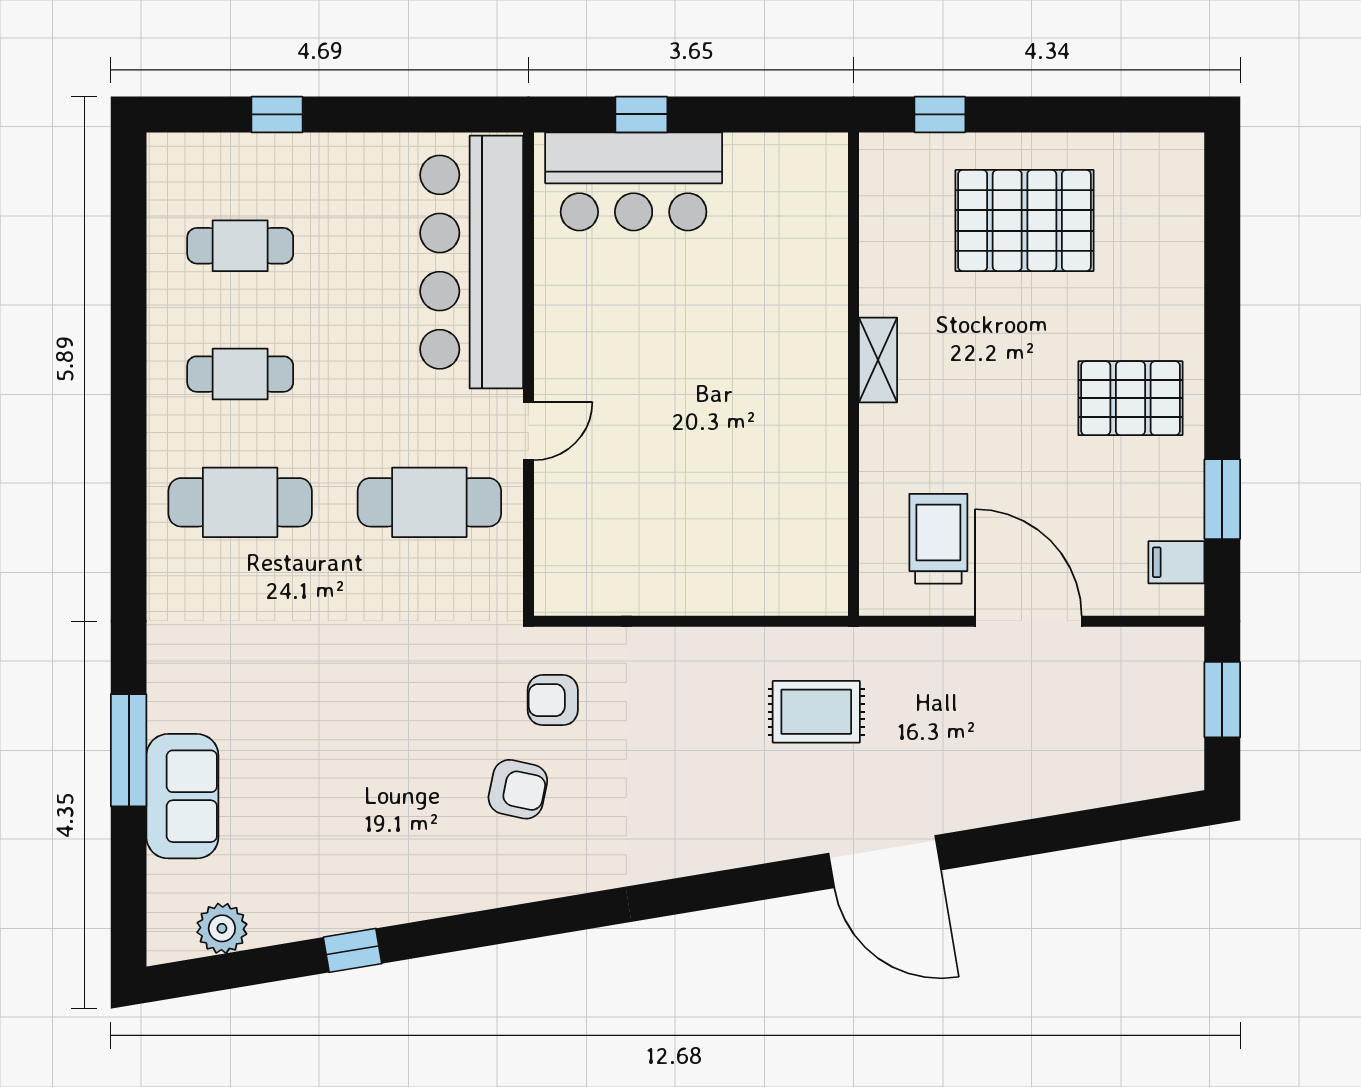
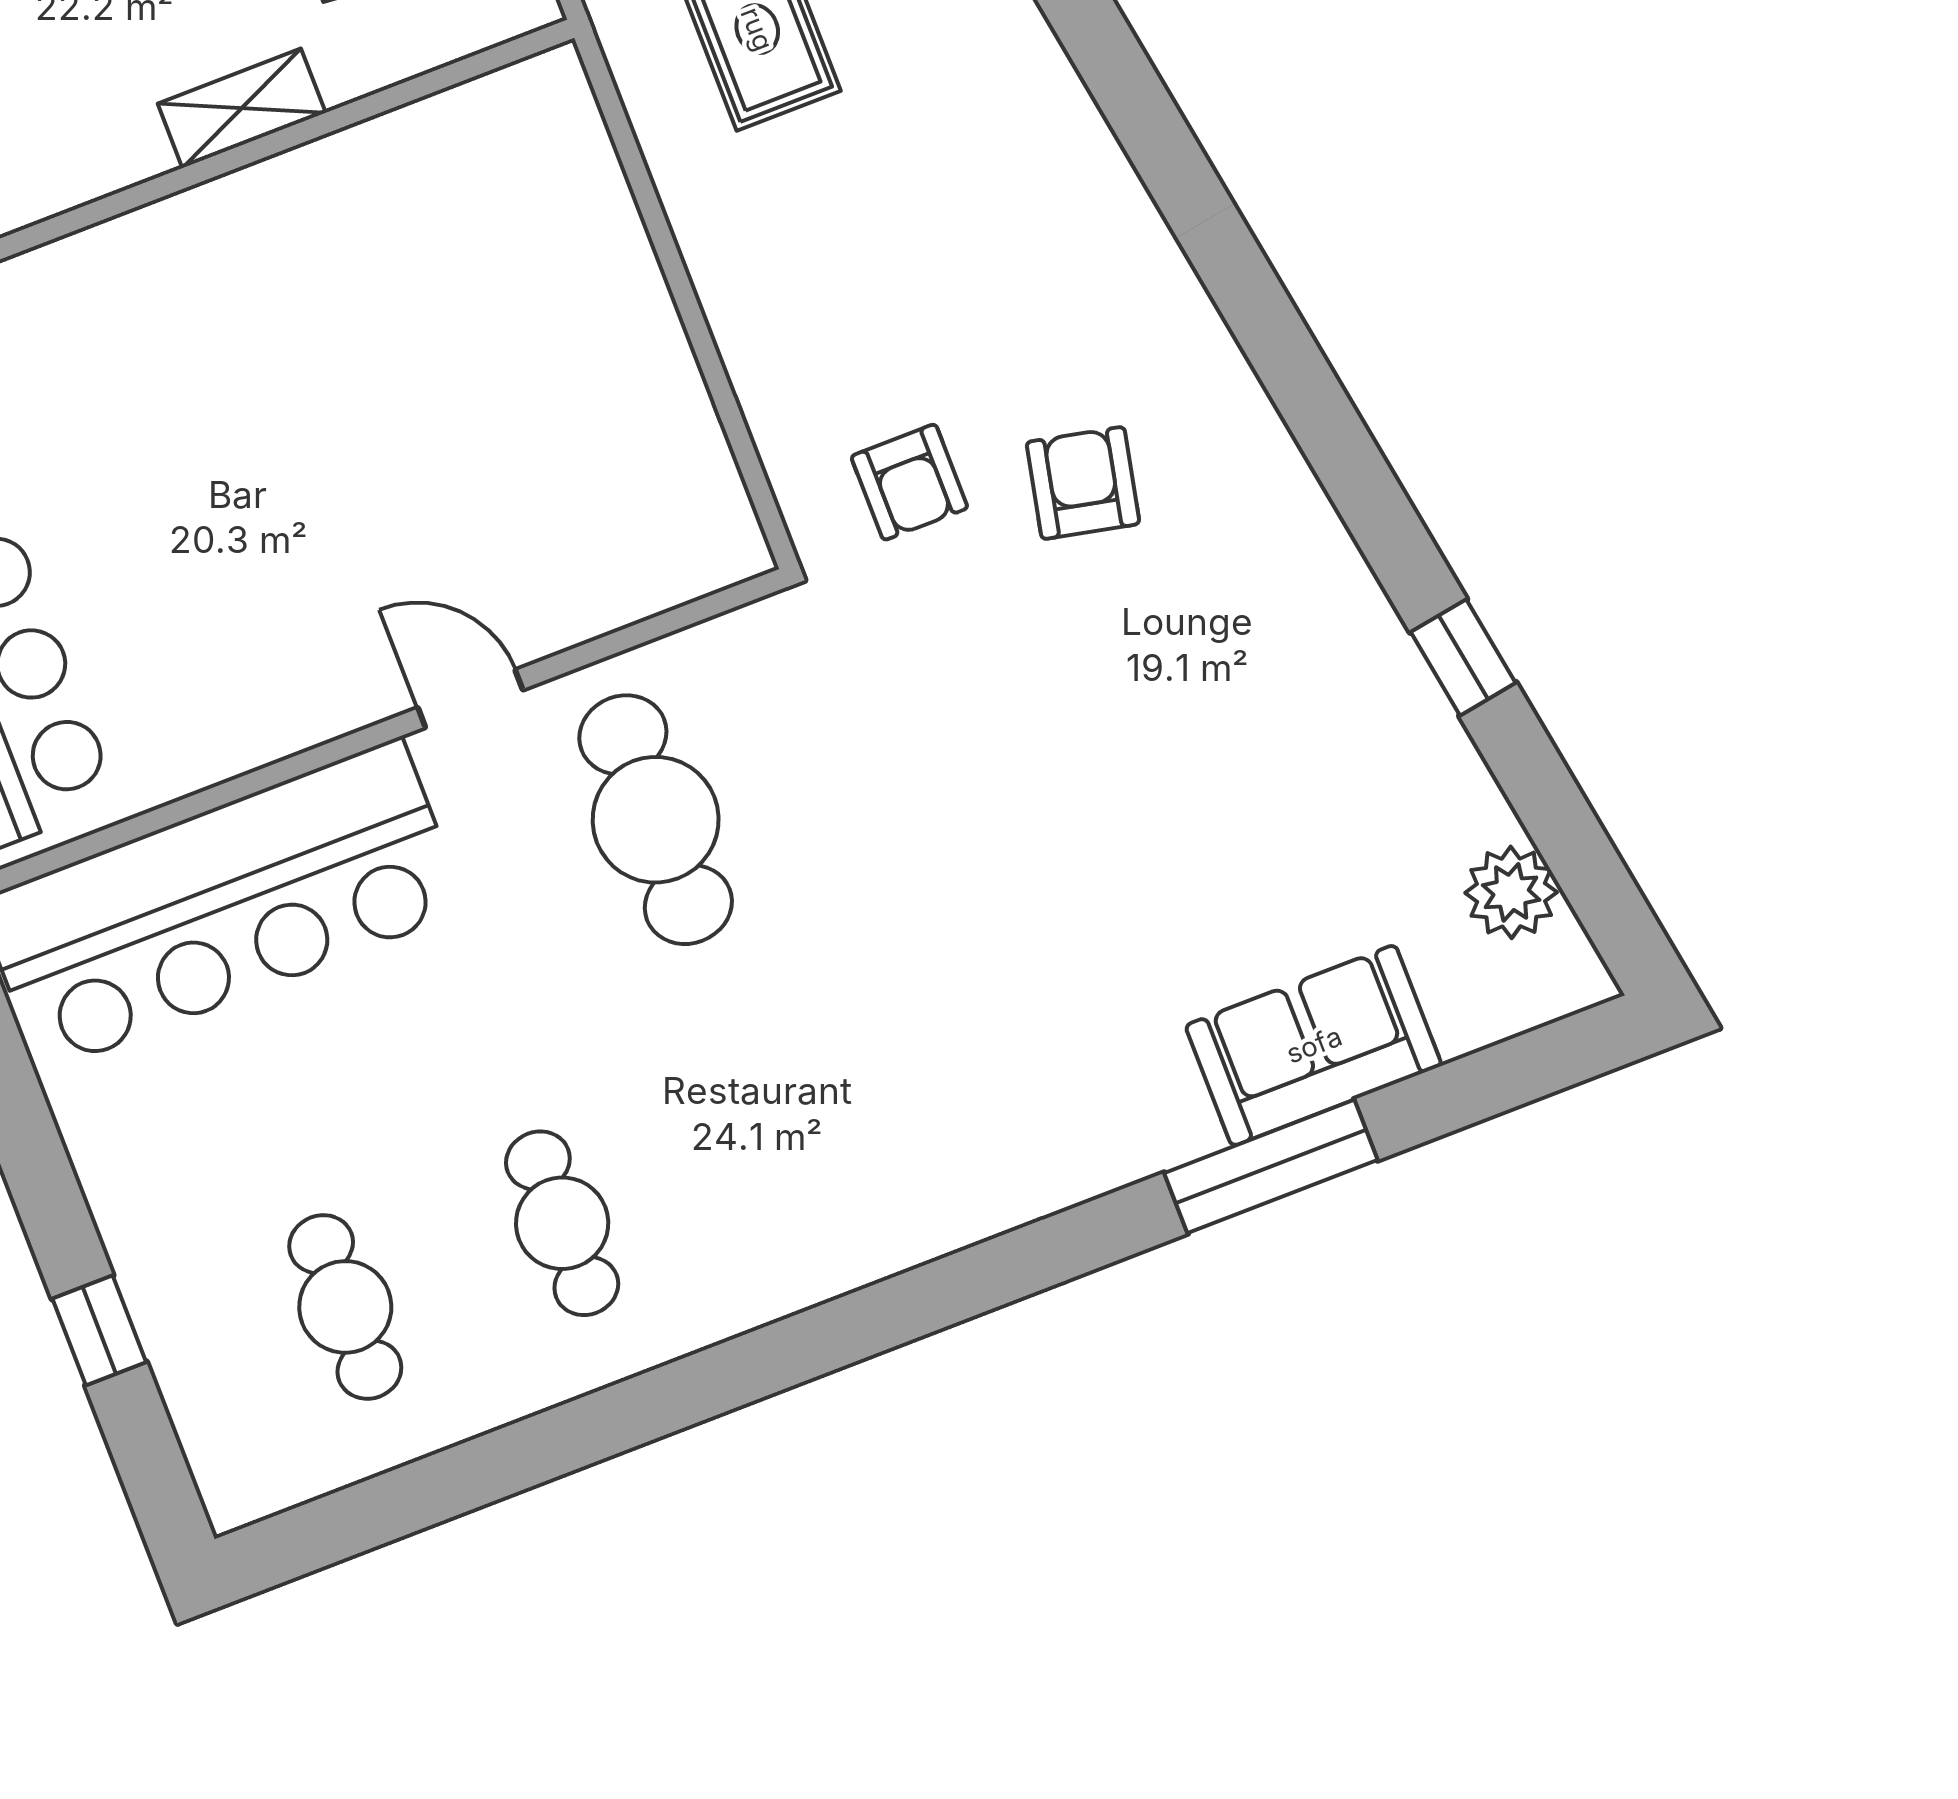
shelving: (878, 360) -> (242, 108), moved
cafe table: (240, 502) -> (779, 1140), removed

